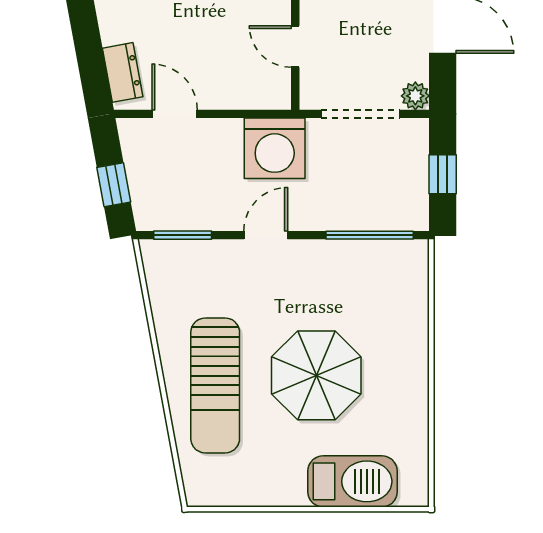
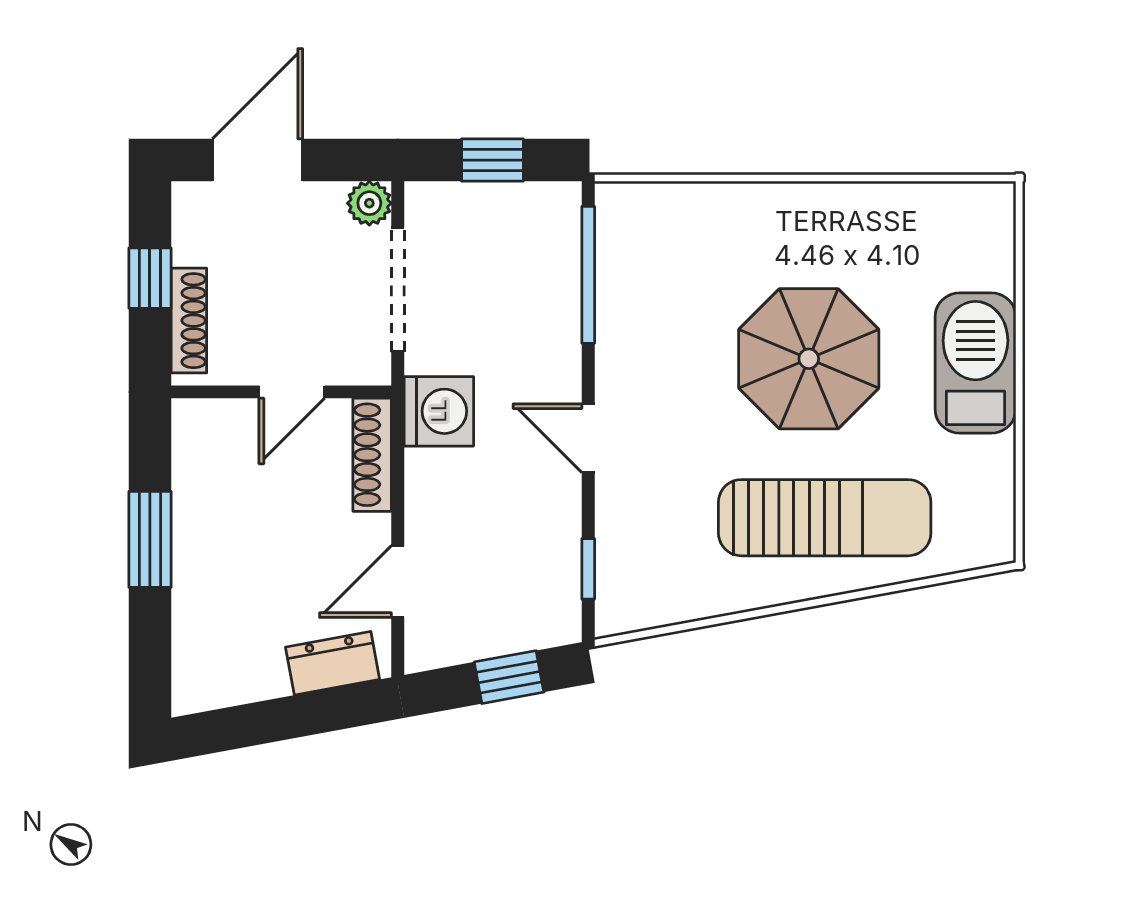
shoe rack: (255, 98) -> (372, 455), added
washing machine: (275, 148) -> (439, 411), width x0.73, depth x0.73
window: (183, 235) -> (588, 569), width x0.67
barbecue: (353, 481) -> (975, 363), moved

